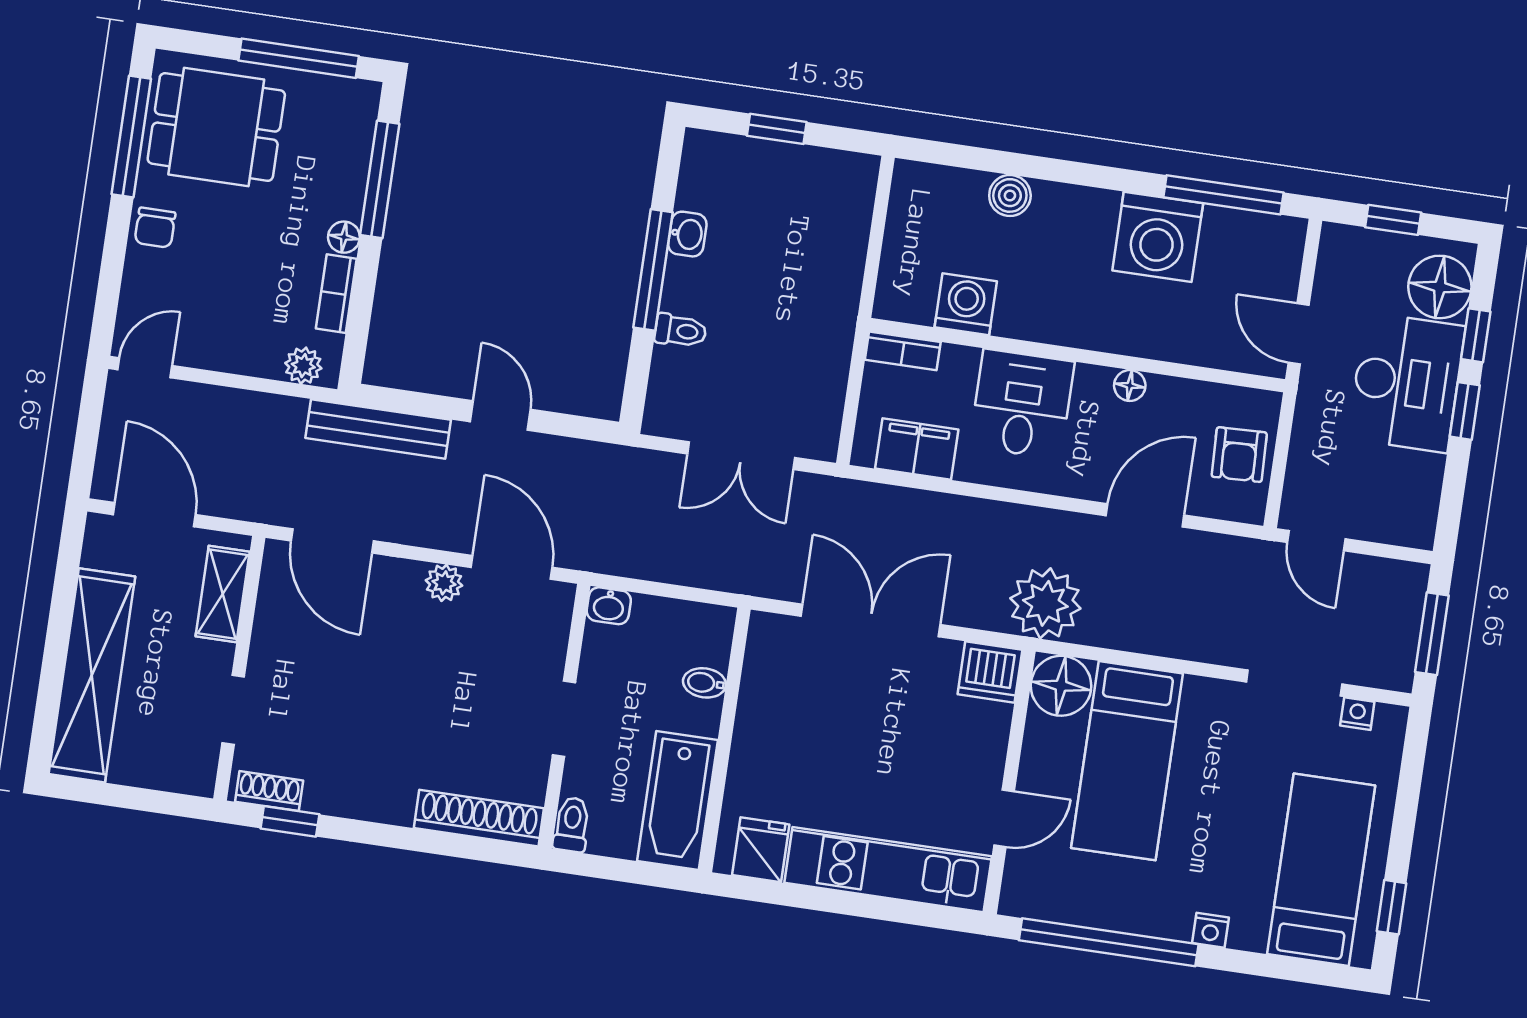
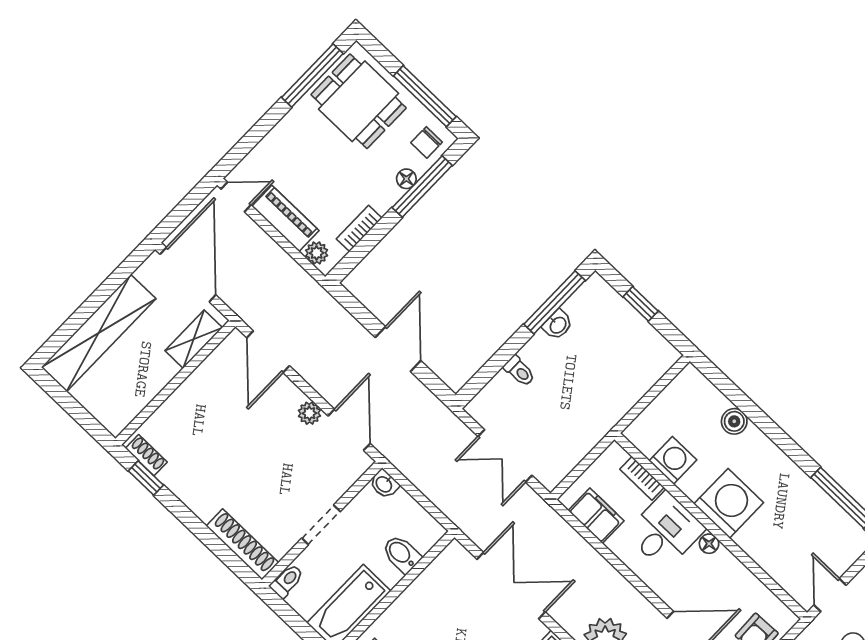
chair: (155, 228) -> (427, 142), moved
floor lamp: (344, 237) -> (406, 179), moved
washing machine: (1158, 237) -> (729, 503), moved, turned 180
window: (653, 270) -> (554, 302), moved
piano: (230, 350) -> (285, 218), added
bookcase: (903, 351) -> (642, 478), moved
floor lamp: (1130, 386) -> (709, 544), moved
door: (500, 416) -> (398, 349), width x1.37
bench: (378, 429) -> (332, 312), removed
door: (154, 515) -> (188, 275), width x1.36
bidet: (704, 683) -> (401, 554), width x1.38, depth x1.36
doorway: (233, 710) -> (157, 401), removed

